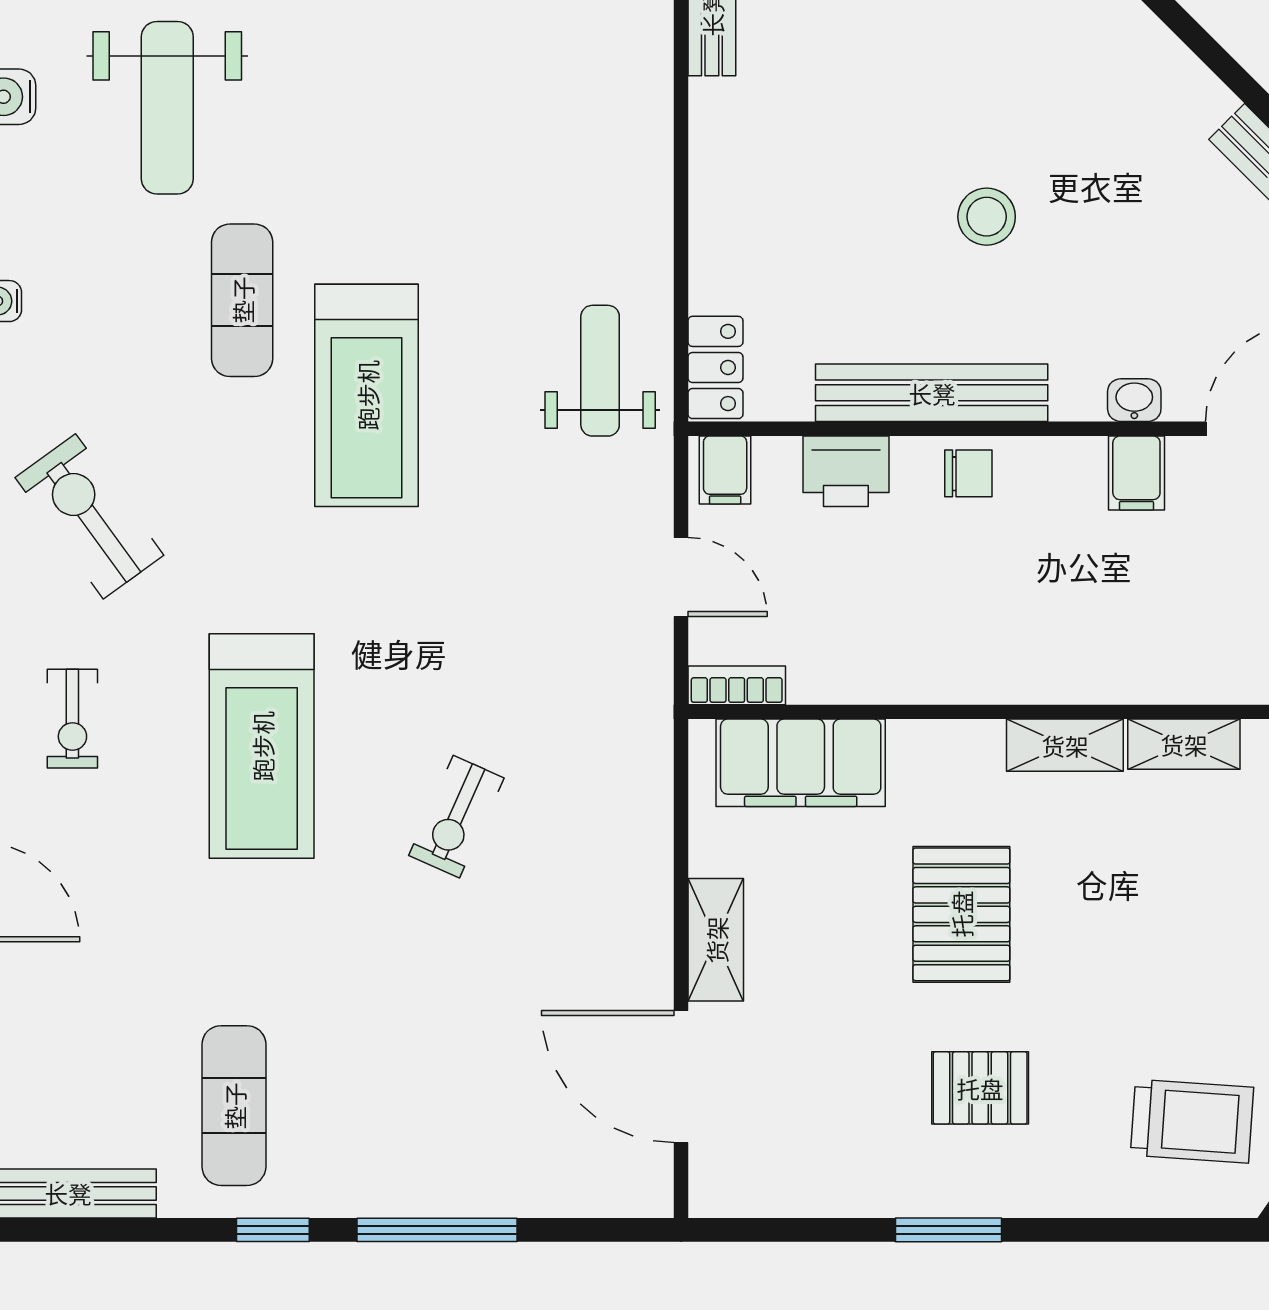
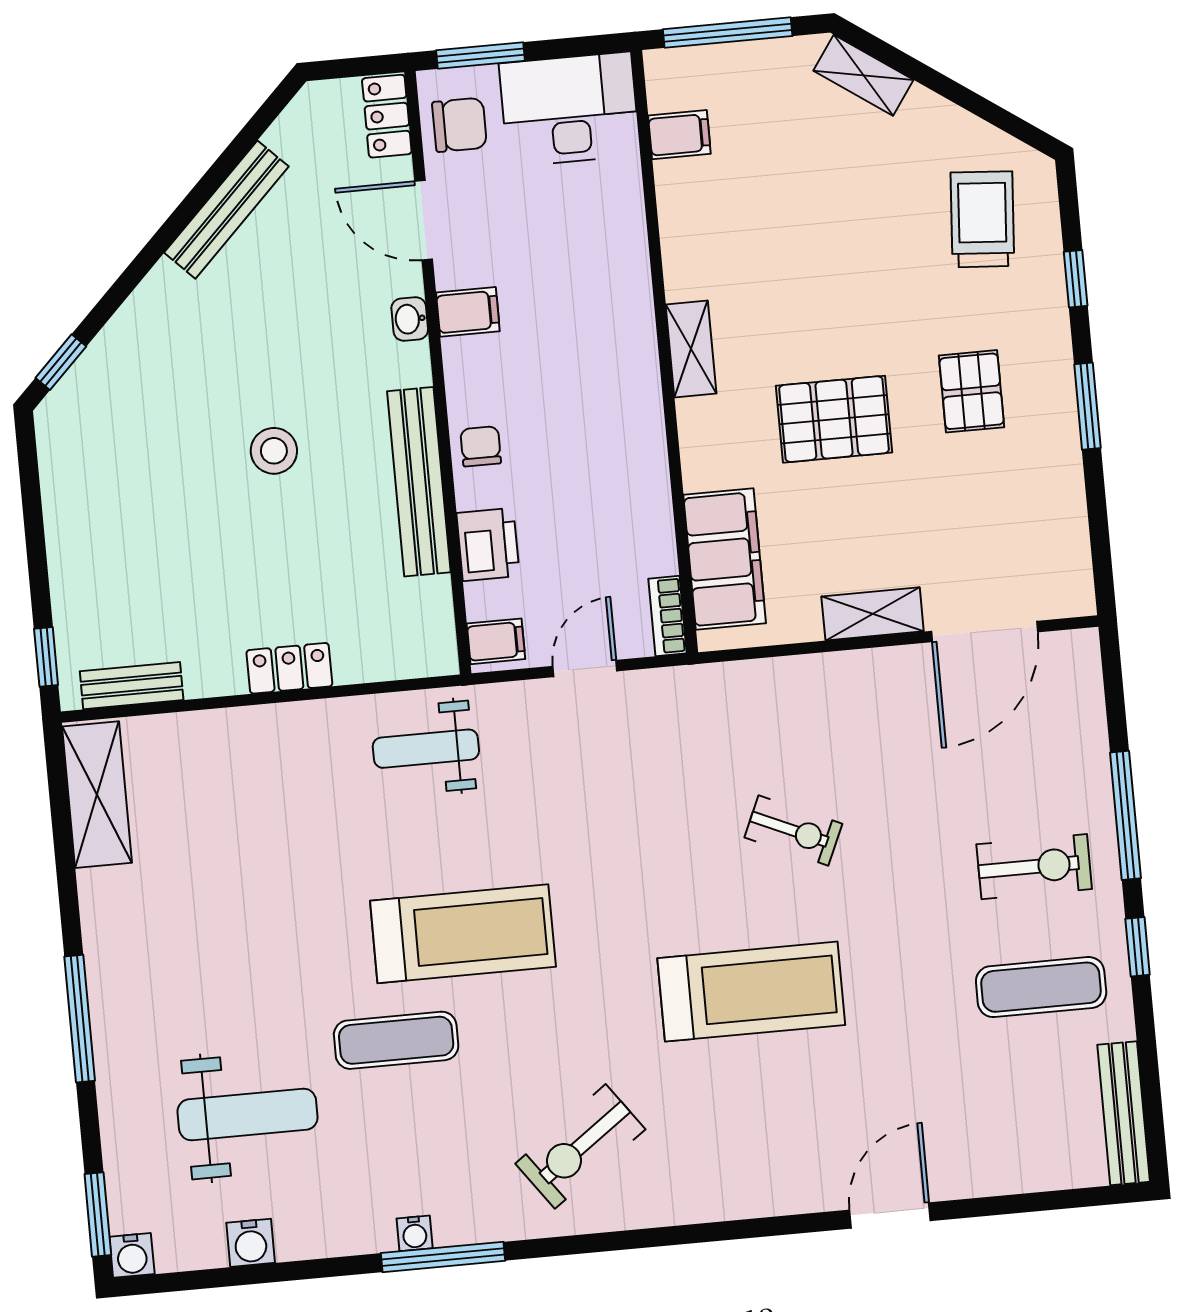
locker: (715, 367) -> (289, 668), moved
exercise bike: (72, 719) -> (1034, 867), moved, width x1.38, depth x1.39
shelving: (1184, 744) -> (681, 254), removed
window: (1108, 1230) -> (1076, 279), added

